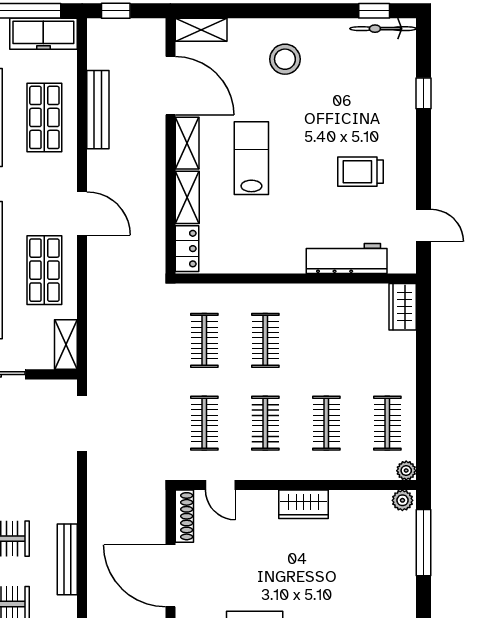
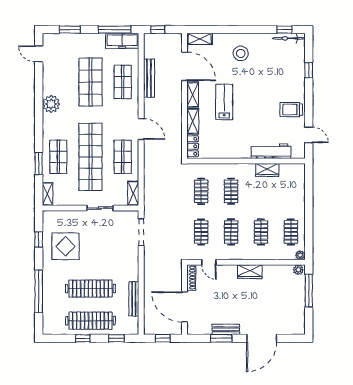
trolley: (361, 172) -> (291, 110), moved
wardrobe: (403, 307) -> (267, 170), moved, turned -90

